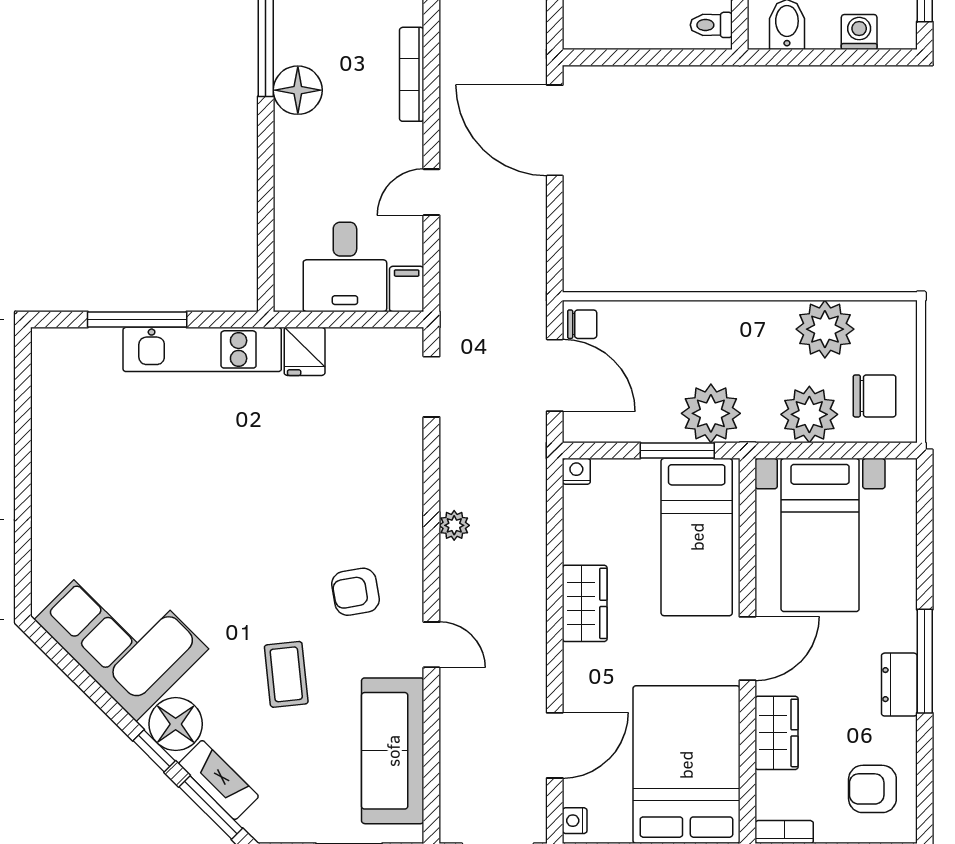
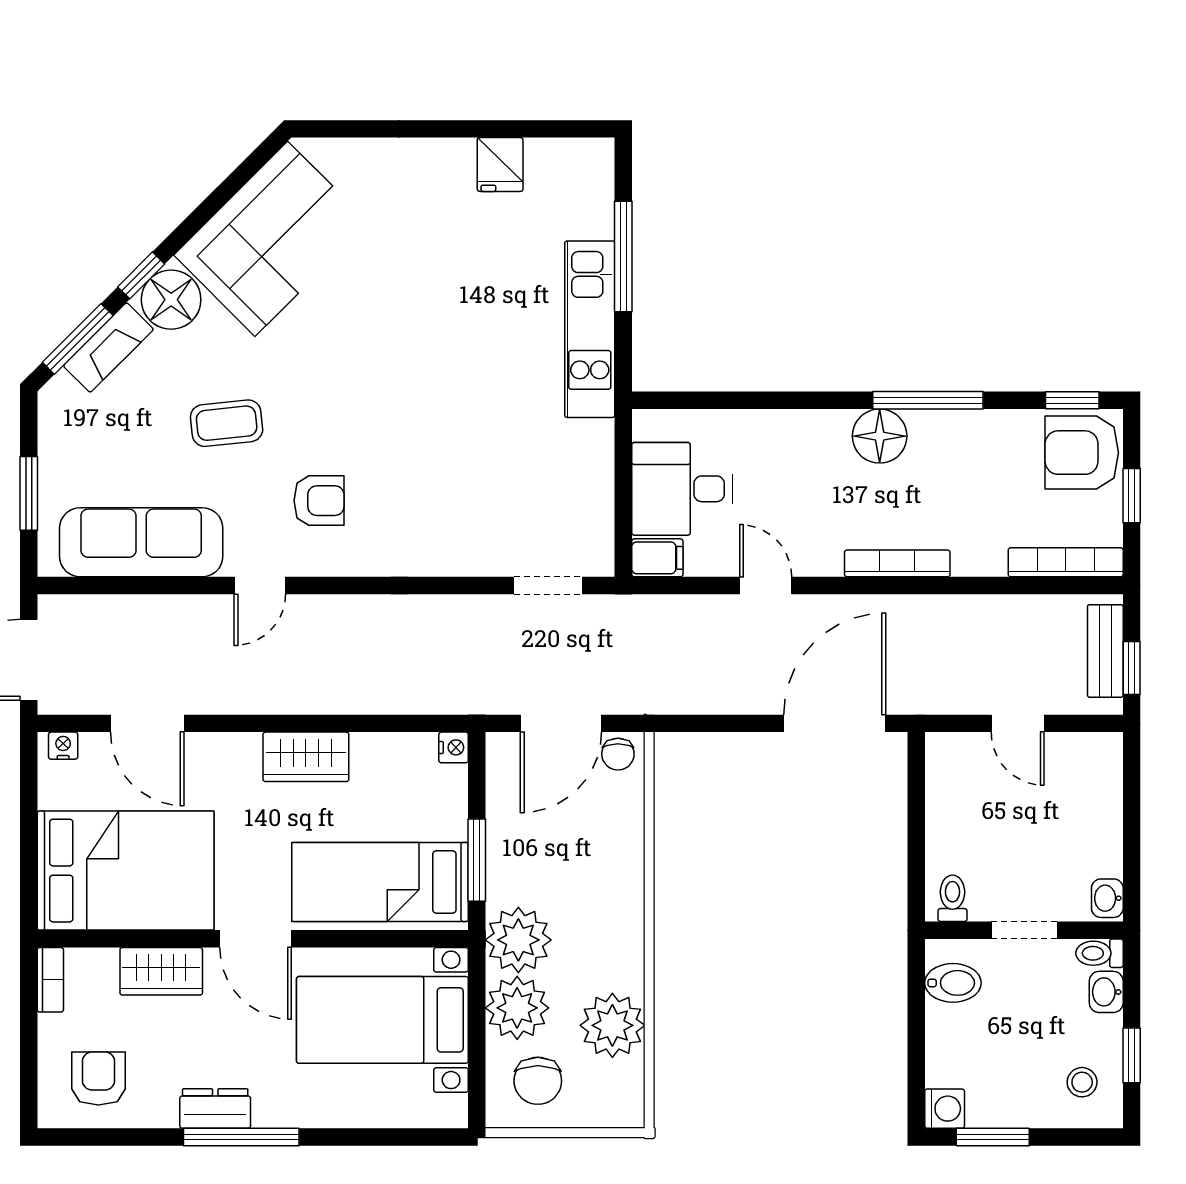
washing machine: (859, 32) -> (945, 1109), moved
fridge: (305, 351) -> (500, 165), moved, turned -90
plant: (711, 413) -> (518, 940), moved
plant: (454, 525) -> (393, 611), removed
armchair: (355, 592) -> (319, 501), turned 100

